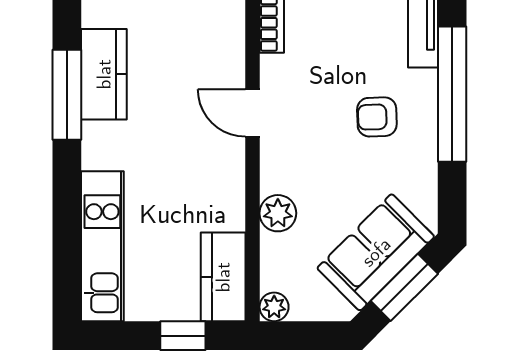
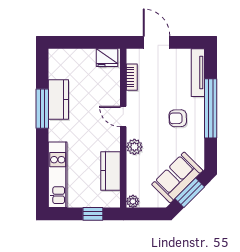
plant: (278, 213) -> (134, 147), moved
kitchen counter: (223, 277) -> (111, 171), moved

